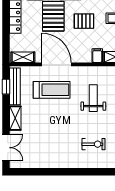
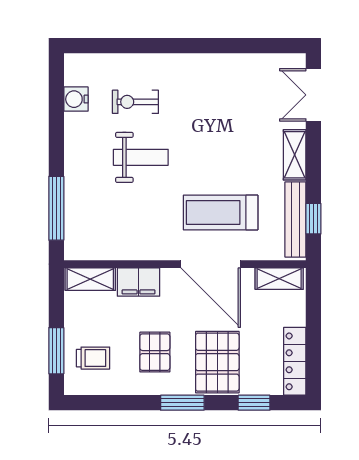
pallet: (84, 21) -> (155, 352), turned 90
filing cabinet: (97, 56) -> (138, 282), width x2.00
weight bench: (93, 98) -> (141, 157), moved, turned -90

